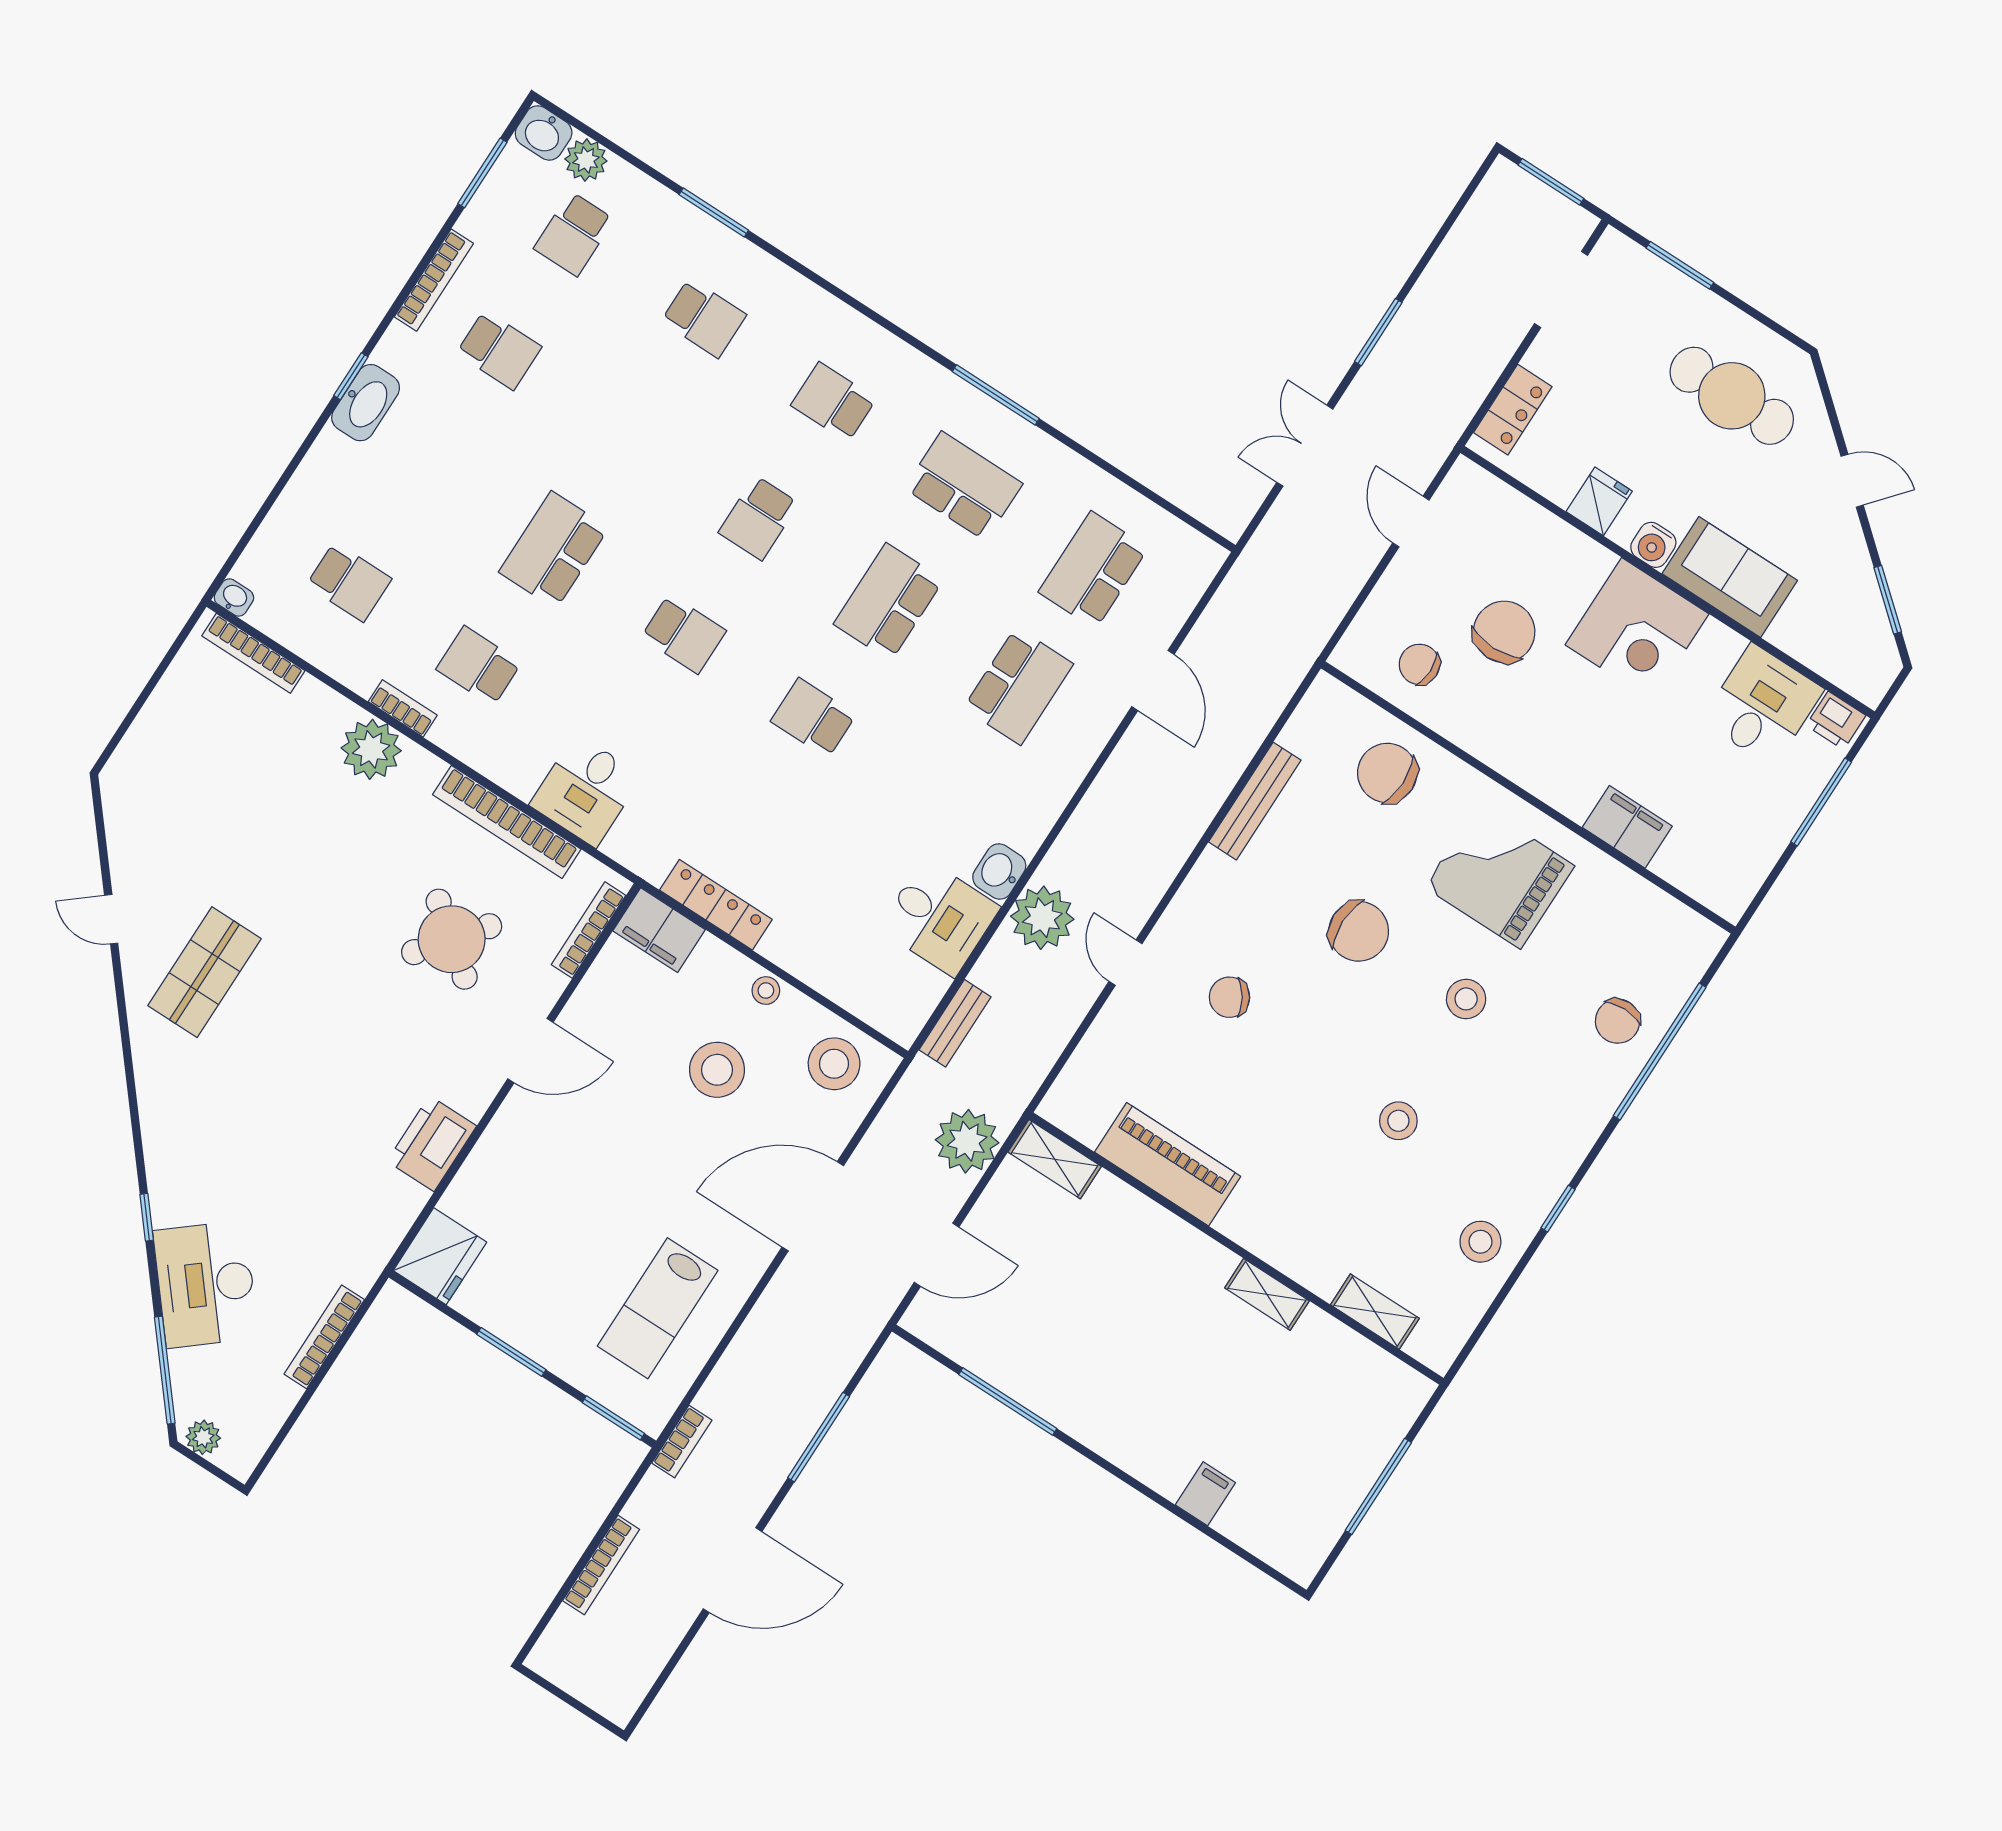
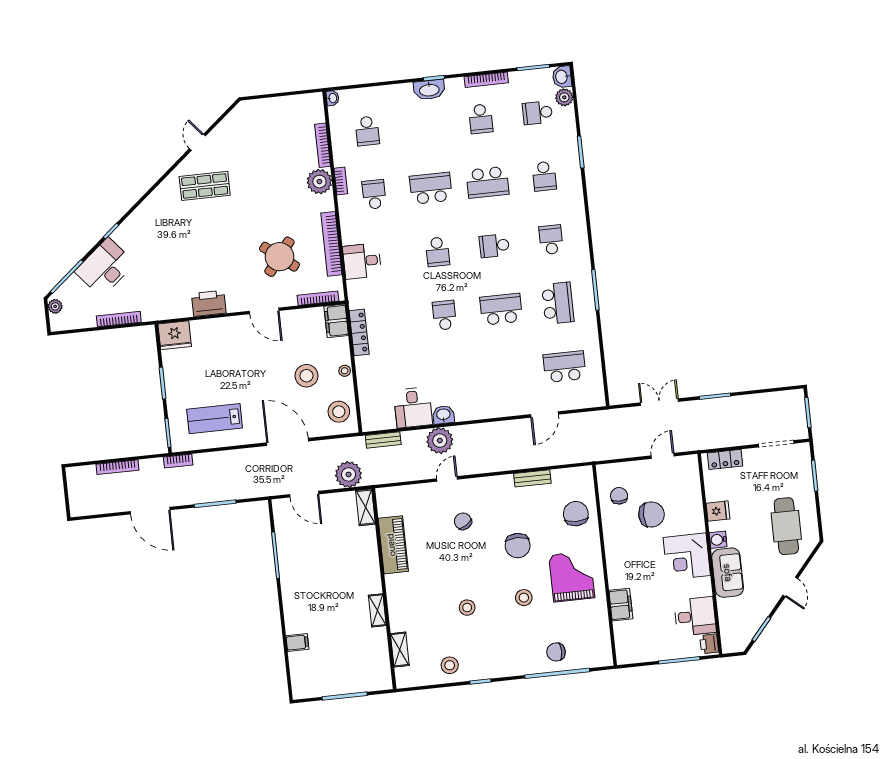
bookcase: (253, 653) -> (323, 145), moved
school desk: (1018, 686) -> (488, 182), moved
bench: (1255, 801) -> (532, 478), width x0.73

